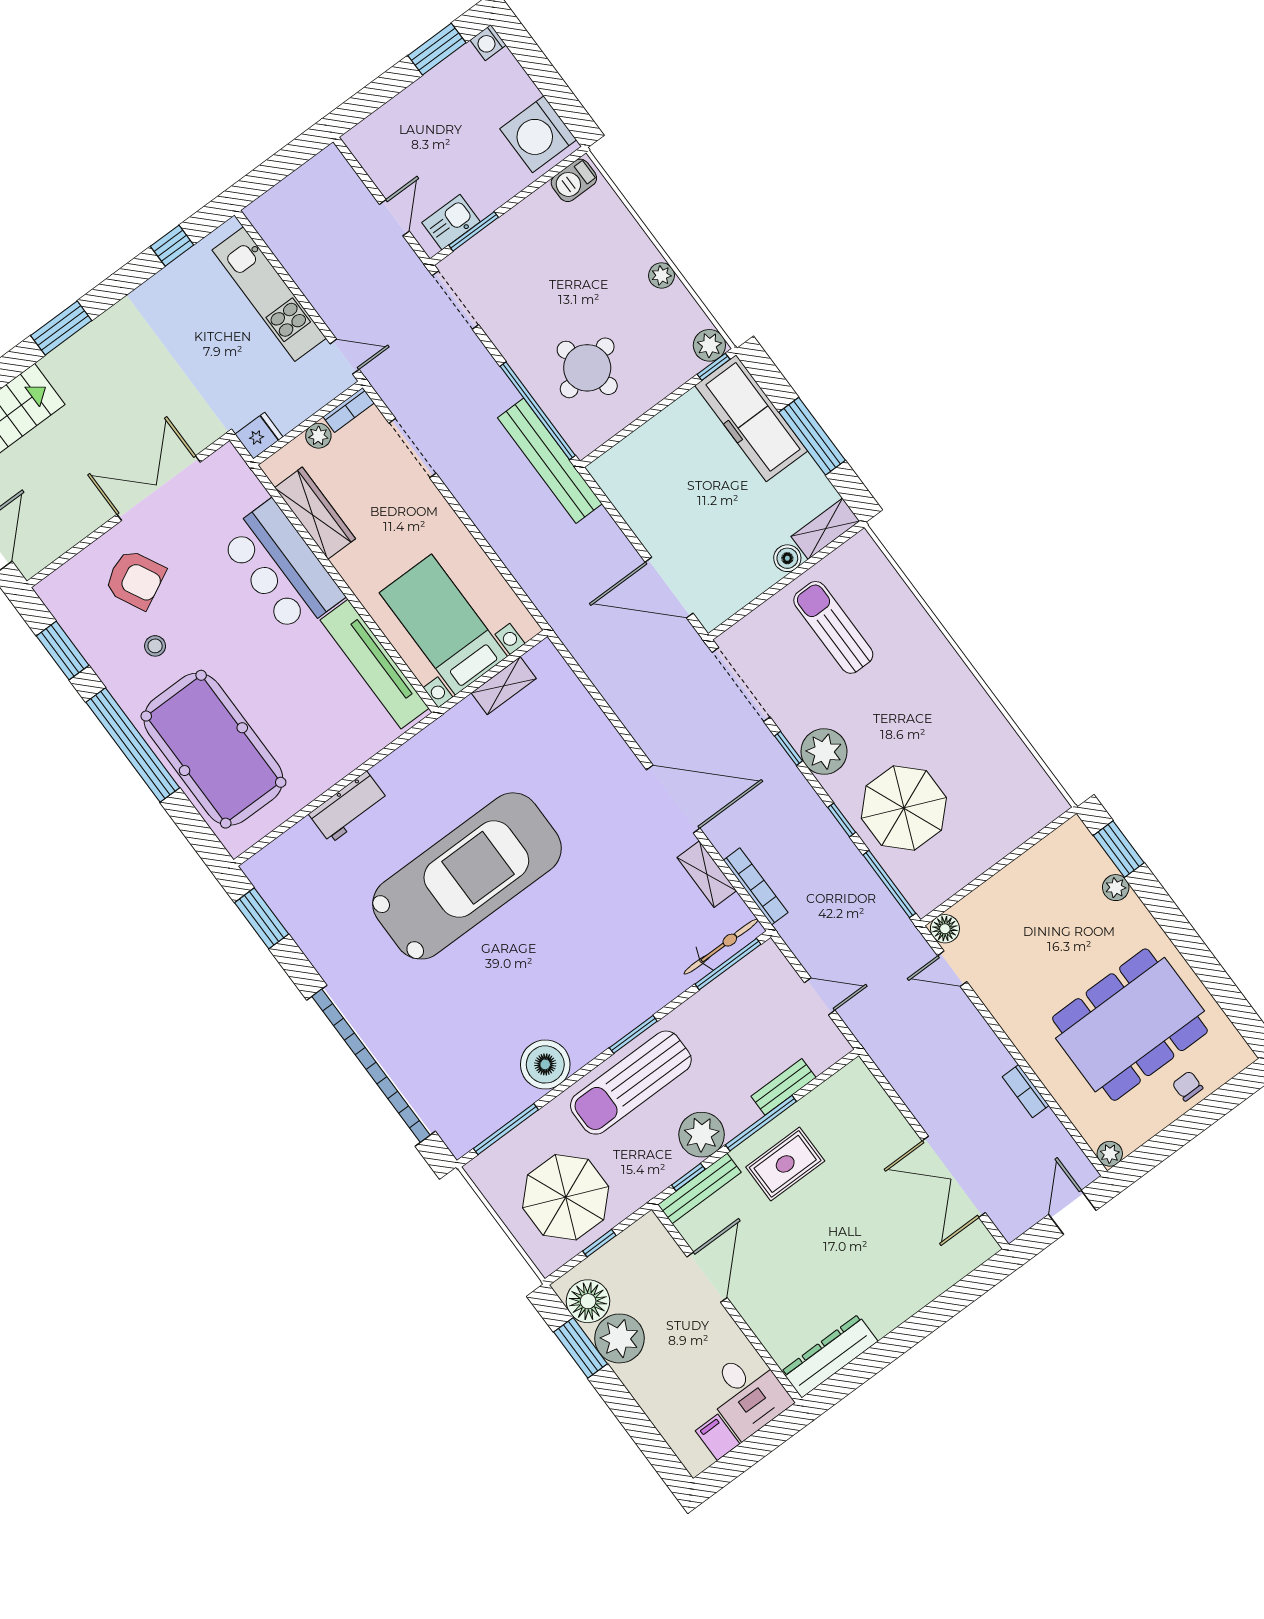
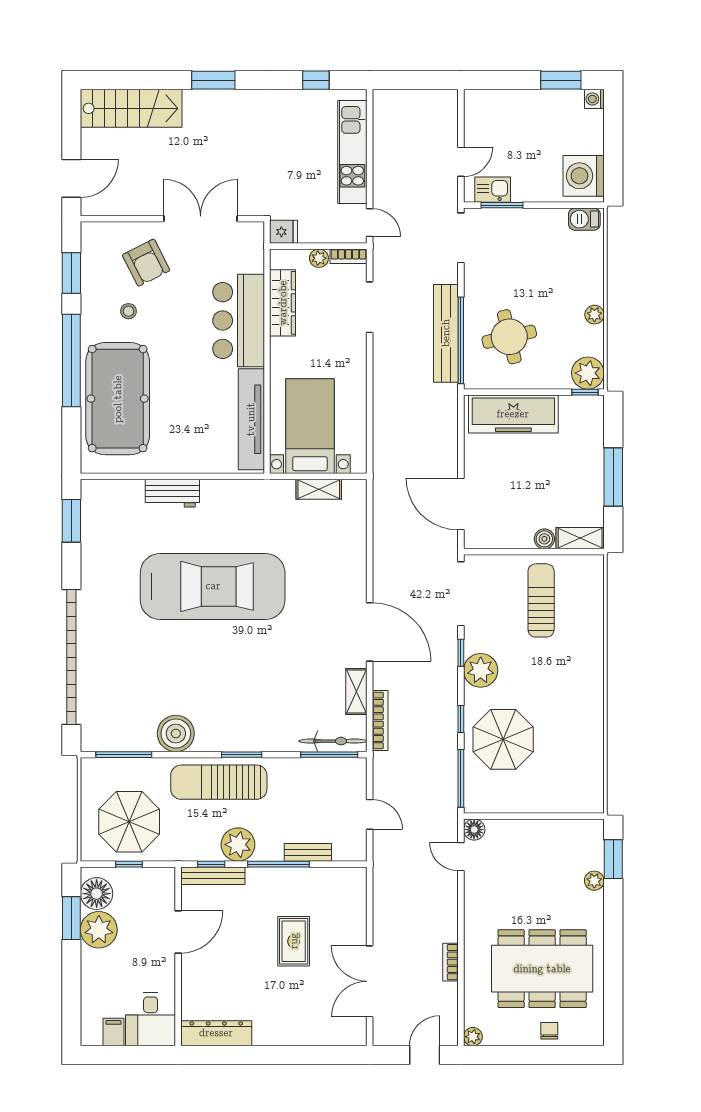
plant: (709, 345) -> (588, 373), width x1.36, depth x1.36
freezer: (751, 418) -> (513, 414), moved, turned -90
bench: (550, 461) -> (446, 333), moved
rug: (785, 1164) -> (294, 941), moved, turned 90

